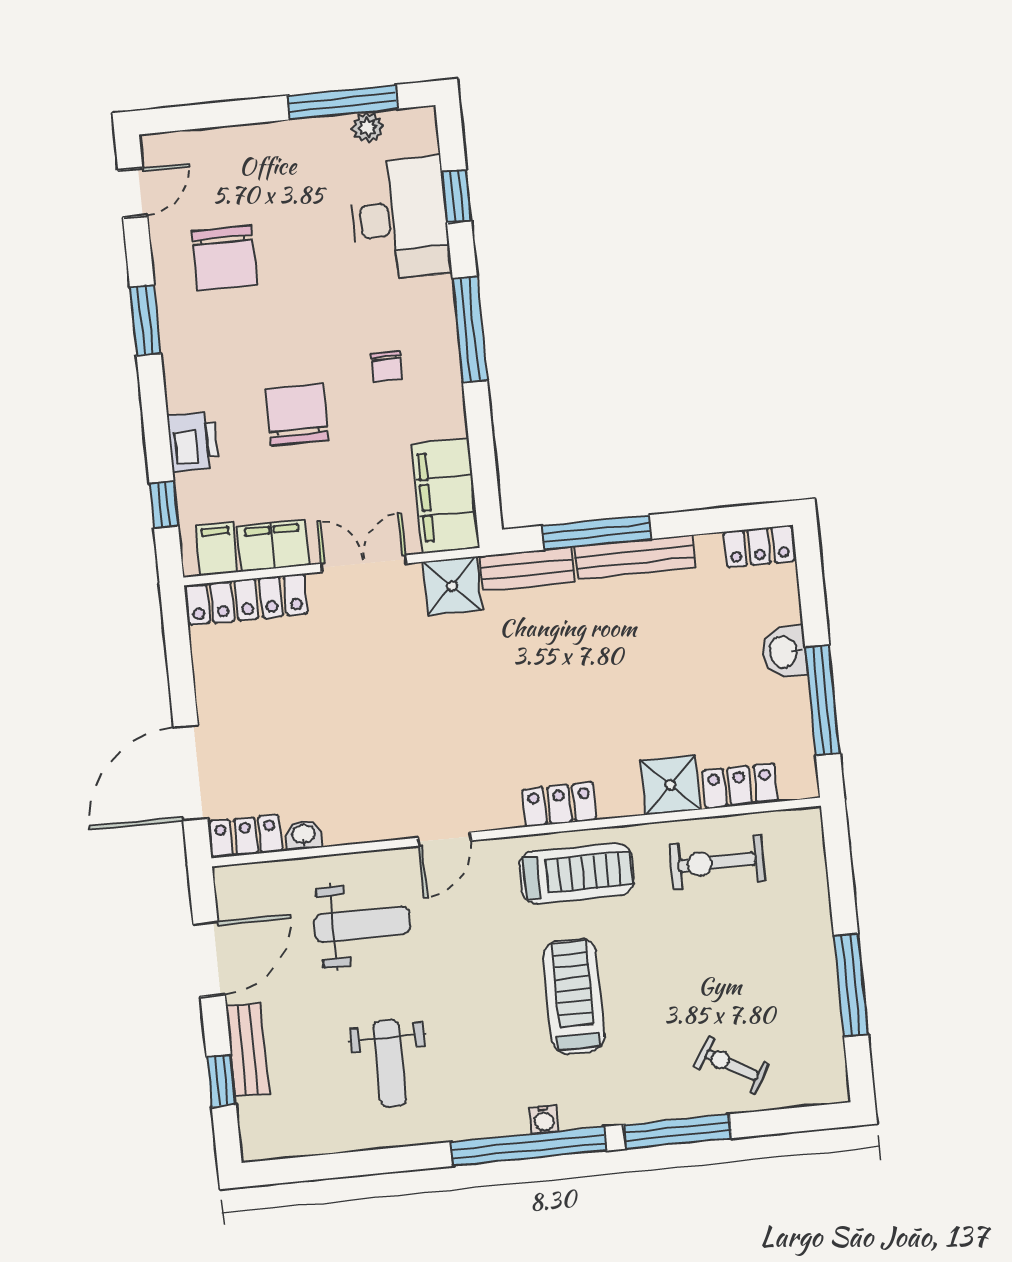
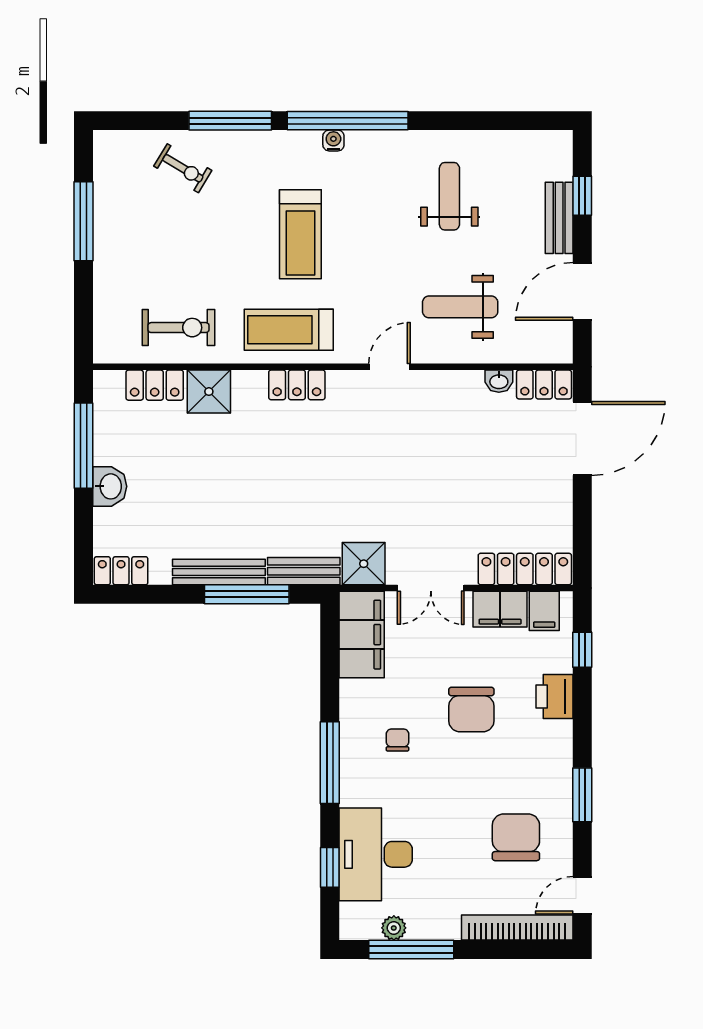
bookcase: (211, 143) -> (517, 928), added

